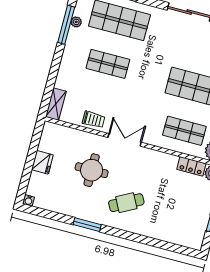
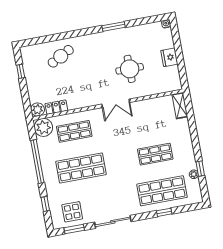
window: (66, 25) -> (200, 169), width x0.46
trolley: (94, 120) -> (146, 107), removed
cafe table: (126, 203) -> (61, 56), moved

